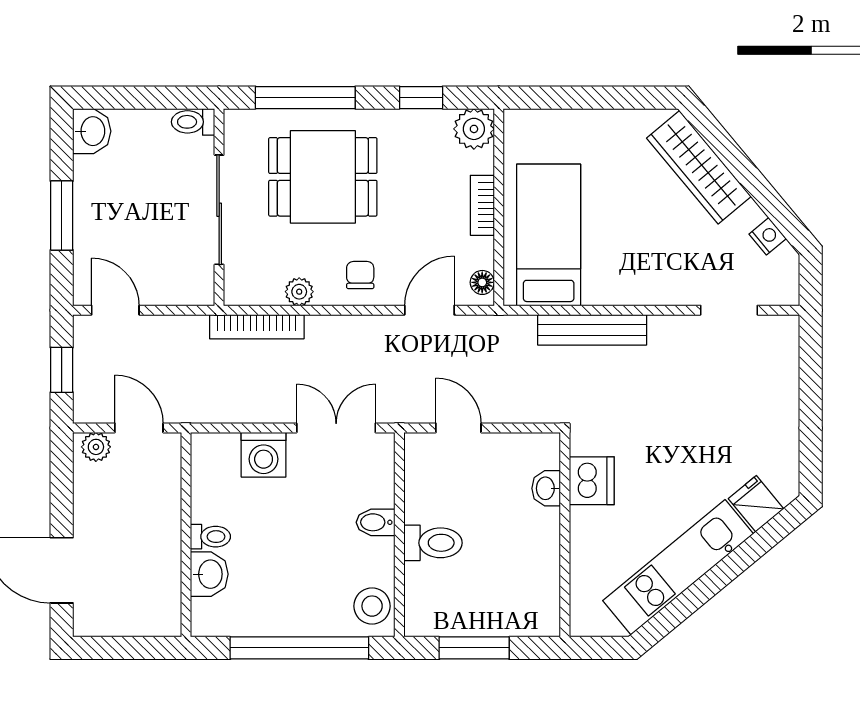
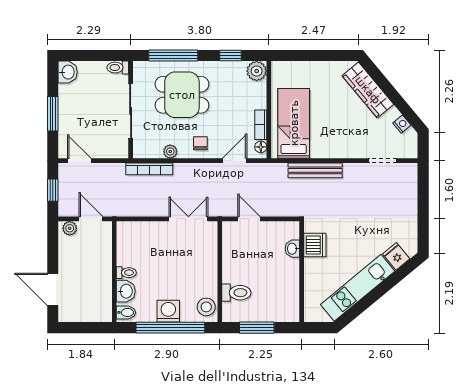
bookcase: (482, 205) -> (261, 125), moved
washing machine: (264, 455) -> (168, 311), moved, turned 180
bidet: (376, 522) -> (126, 312), moved, turned 180
toilet: (433, 543) -> (236, 293), moved

